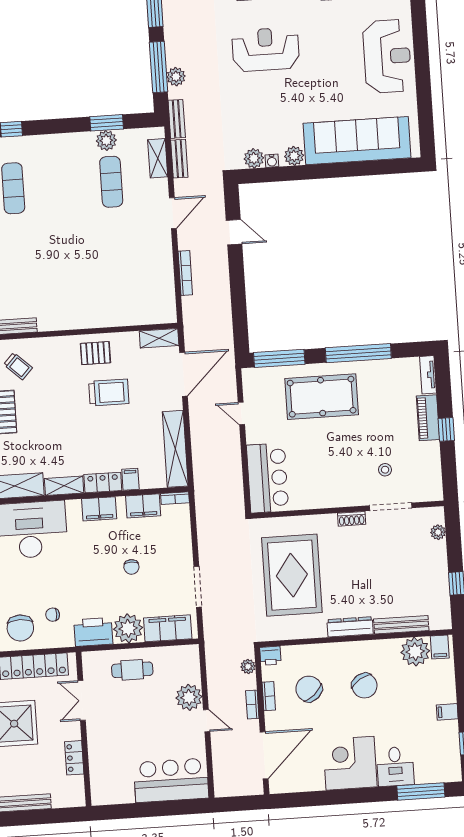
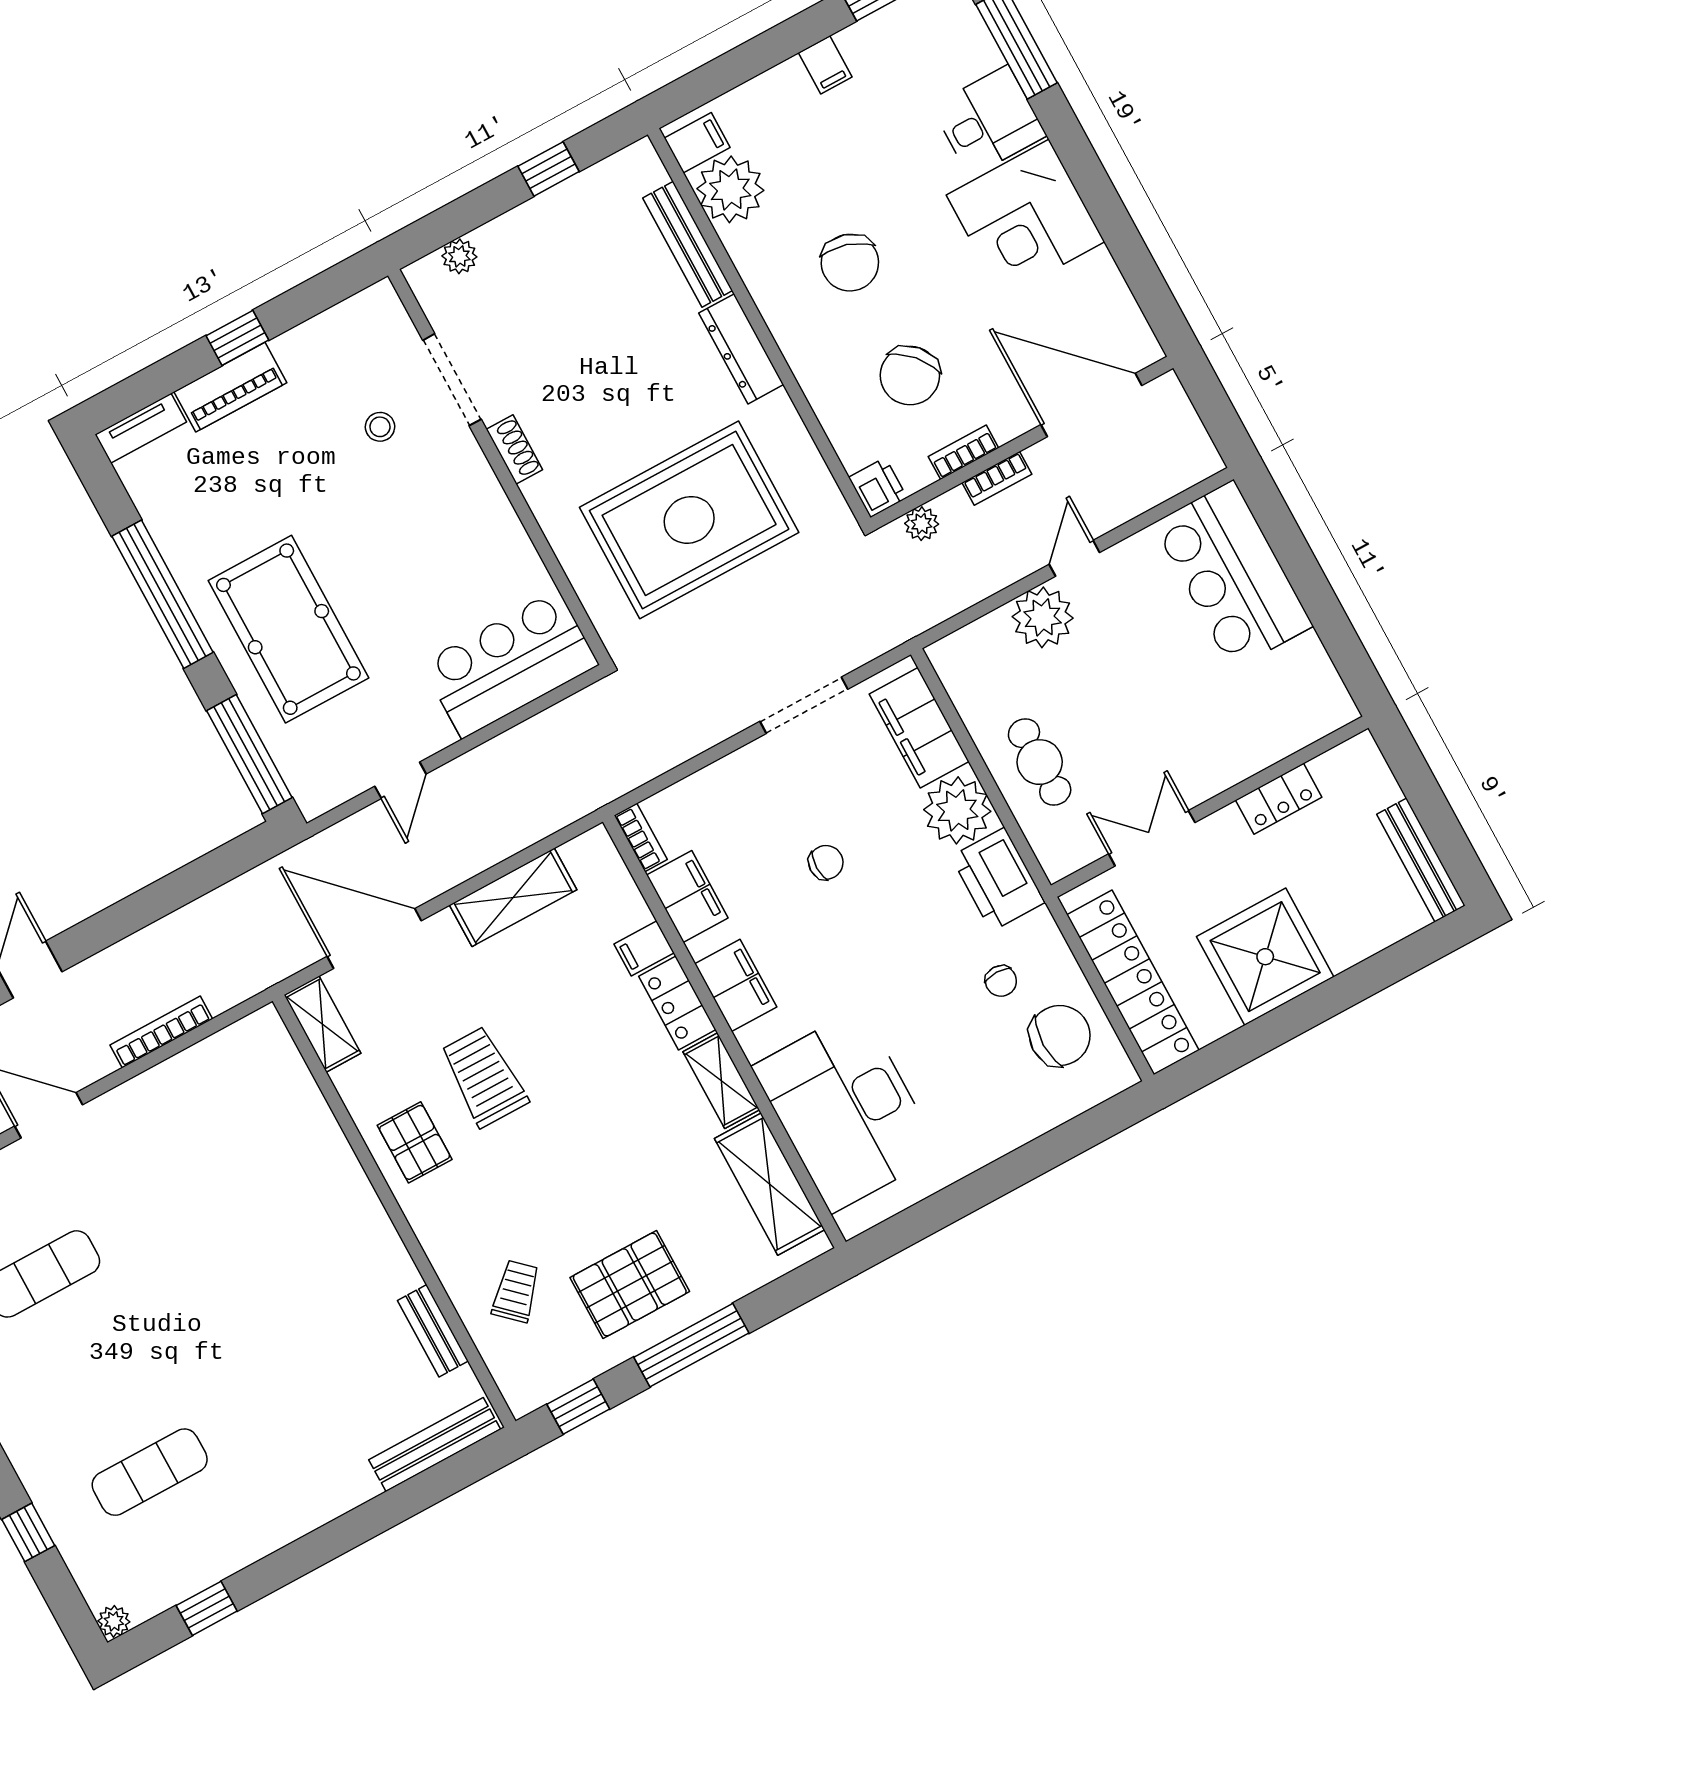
shelving: (175, 449) -> (513, 897), width x0.68
chair: (364, 686) -> (850, 263), turned 138
double door: (82, 700) -> (1152, 838), swing flipped

